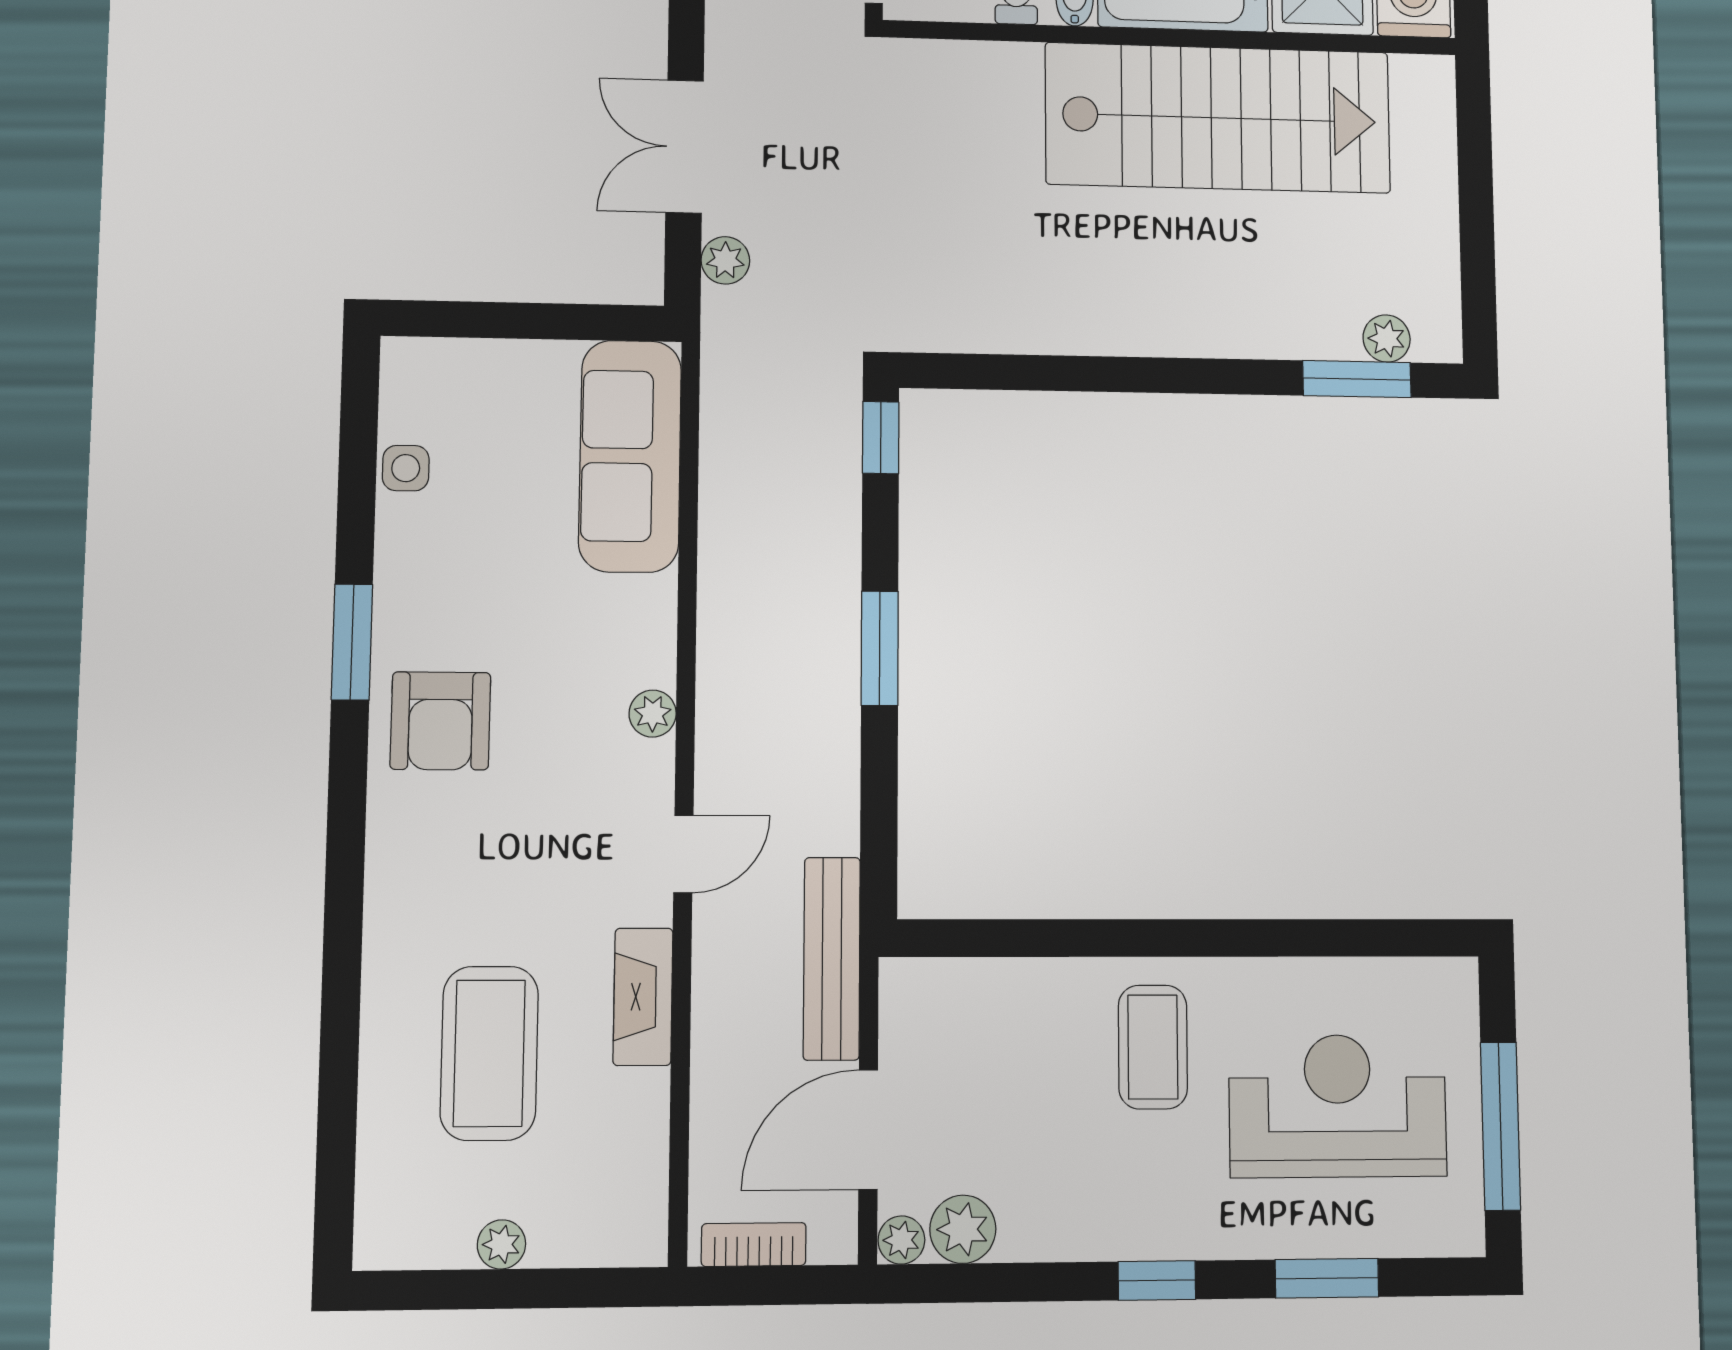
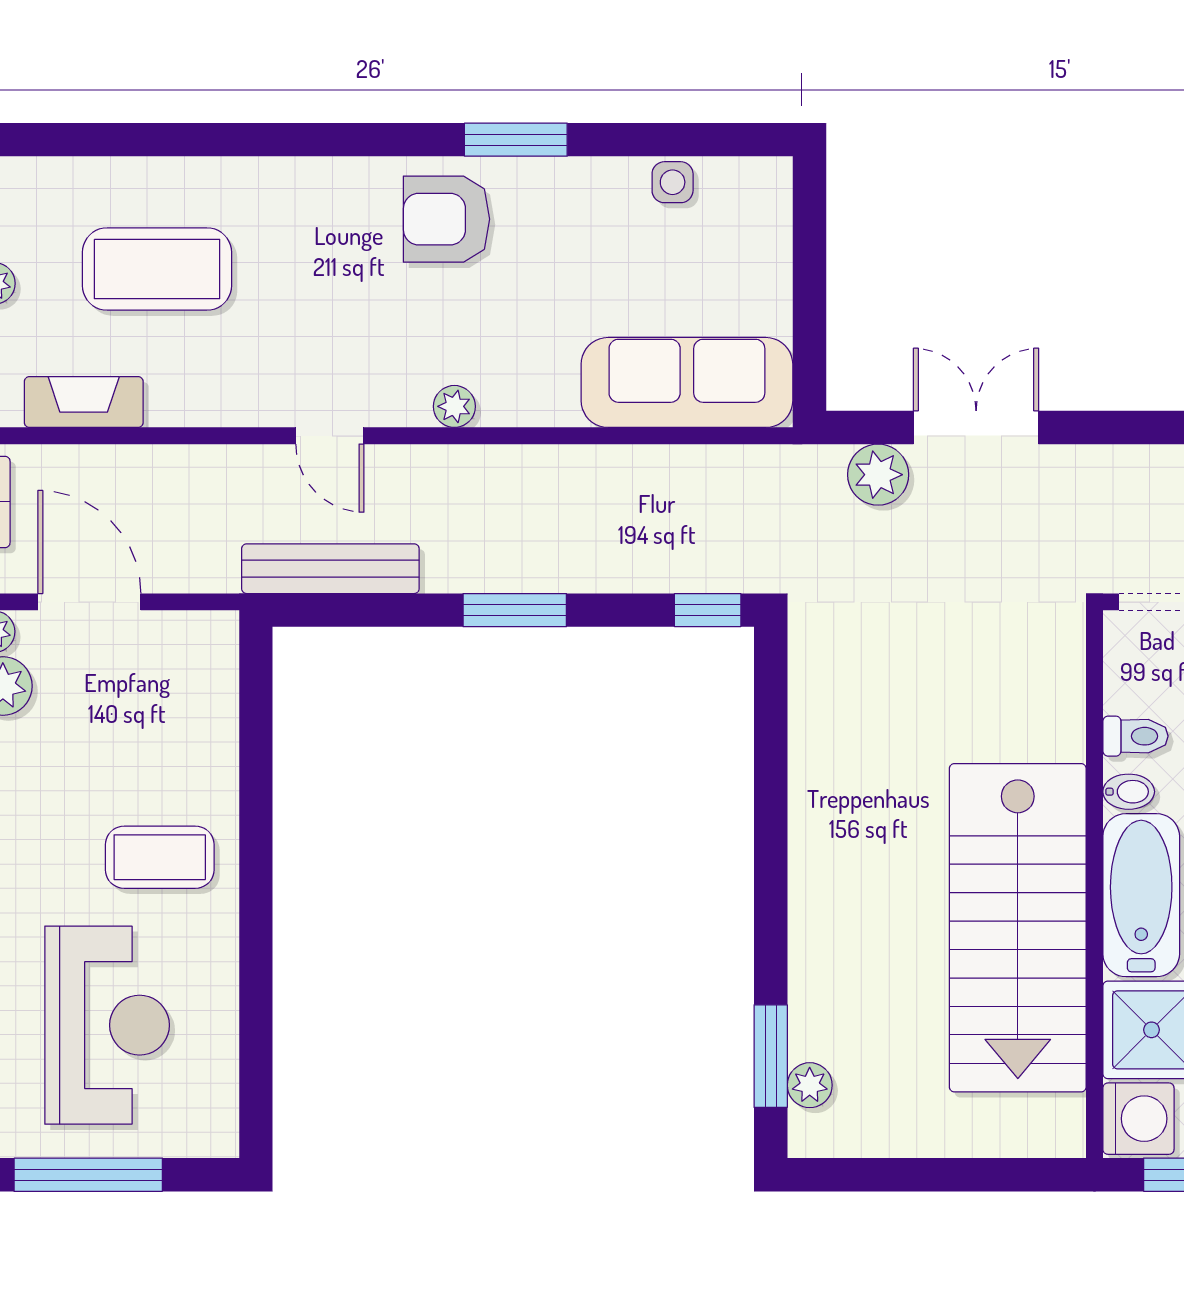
plant: (725, 260) -> (878, 475), width x1.38, depth x1.38
bench: (832, 958) -> (330, 569), moved
fireplace: (643, 997) -> (84, 402), moved

